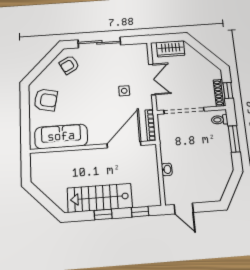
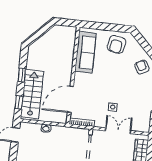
double door: (152, 79) -> (118, 131), swing flipped
door: (124, 145) -> (70, 99), swing flipped
stairs: (100, 198) -> (32, 94), moved

